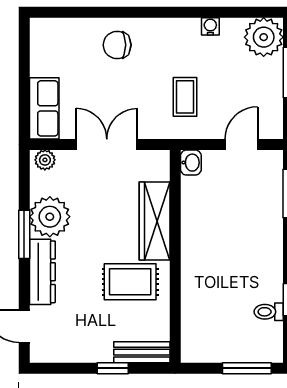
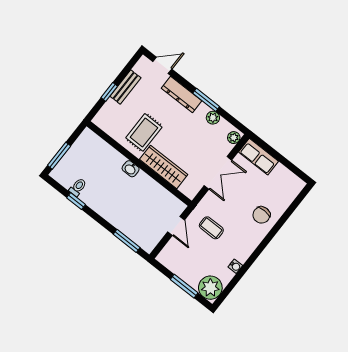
chair: (117, 45) -> (261, 215), turned 180
door: (241, 144) -> (176, 226), moved
washbasin: (191, 163) -> (131, 169), moved
plant: (50, 217) -> (213, 118), width x0.53, depth x0.53
bench: (142, 352) -> (125, 87), moved

